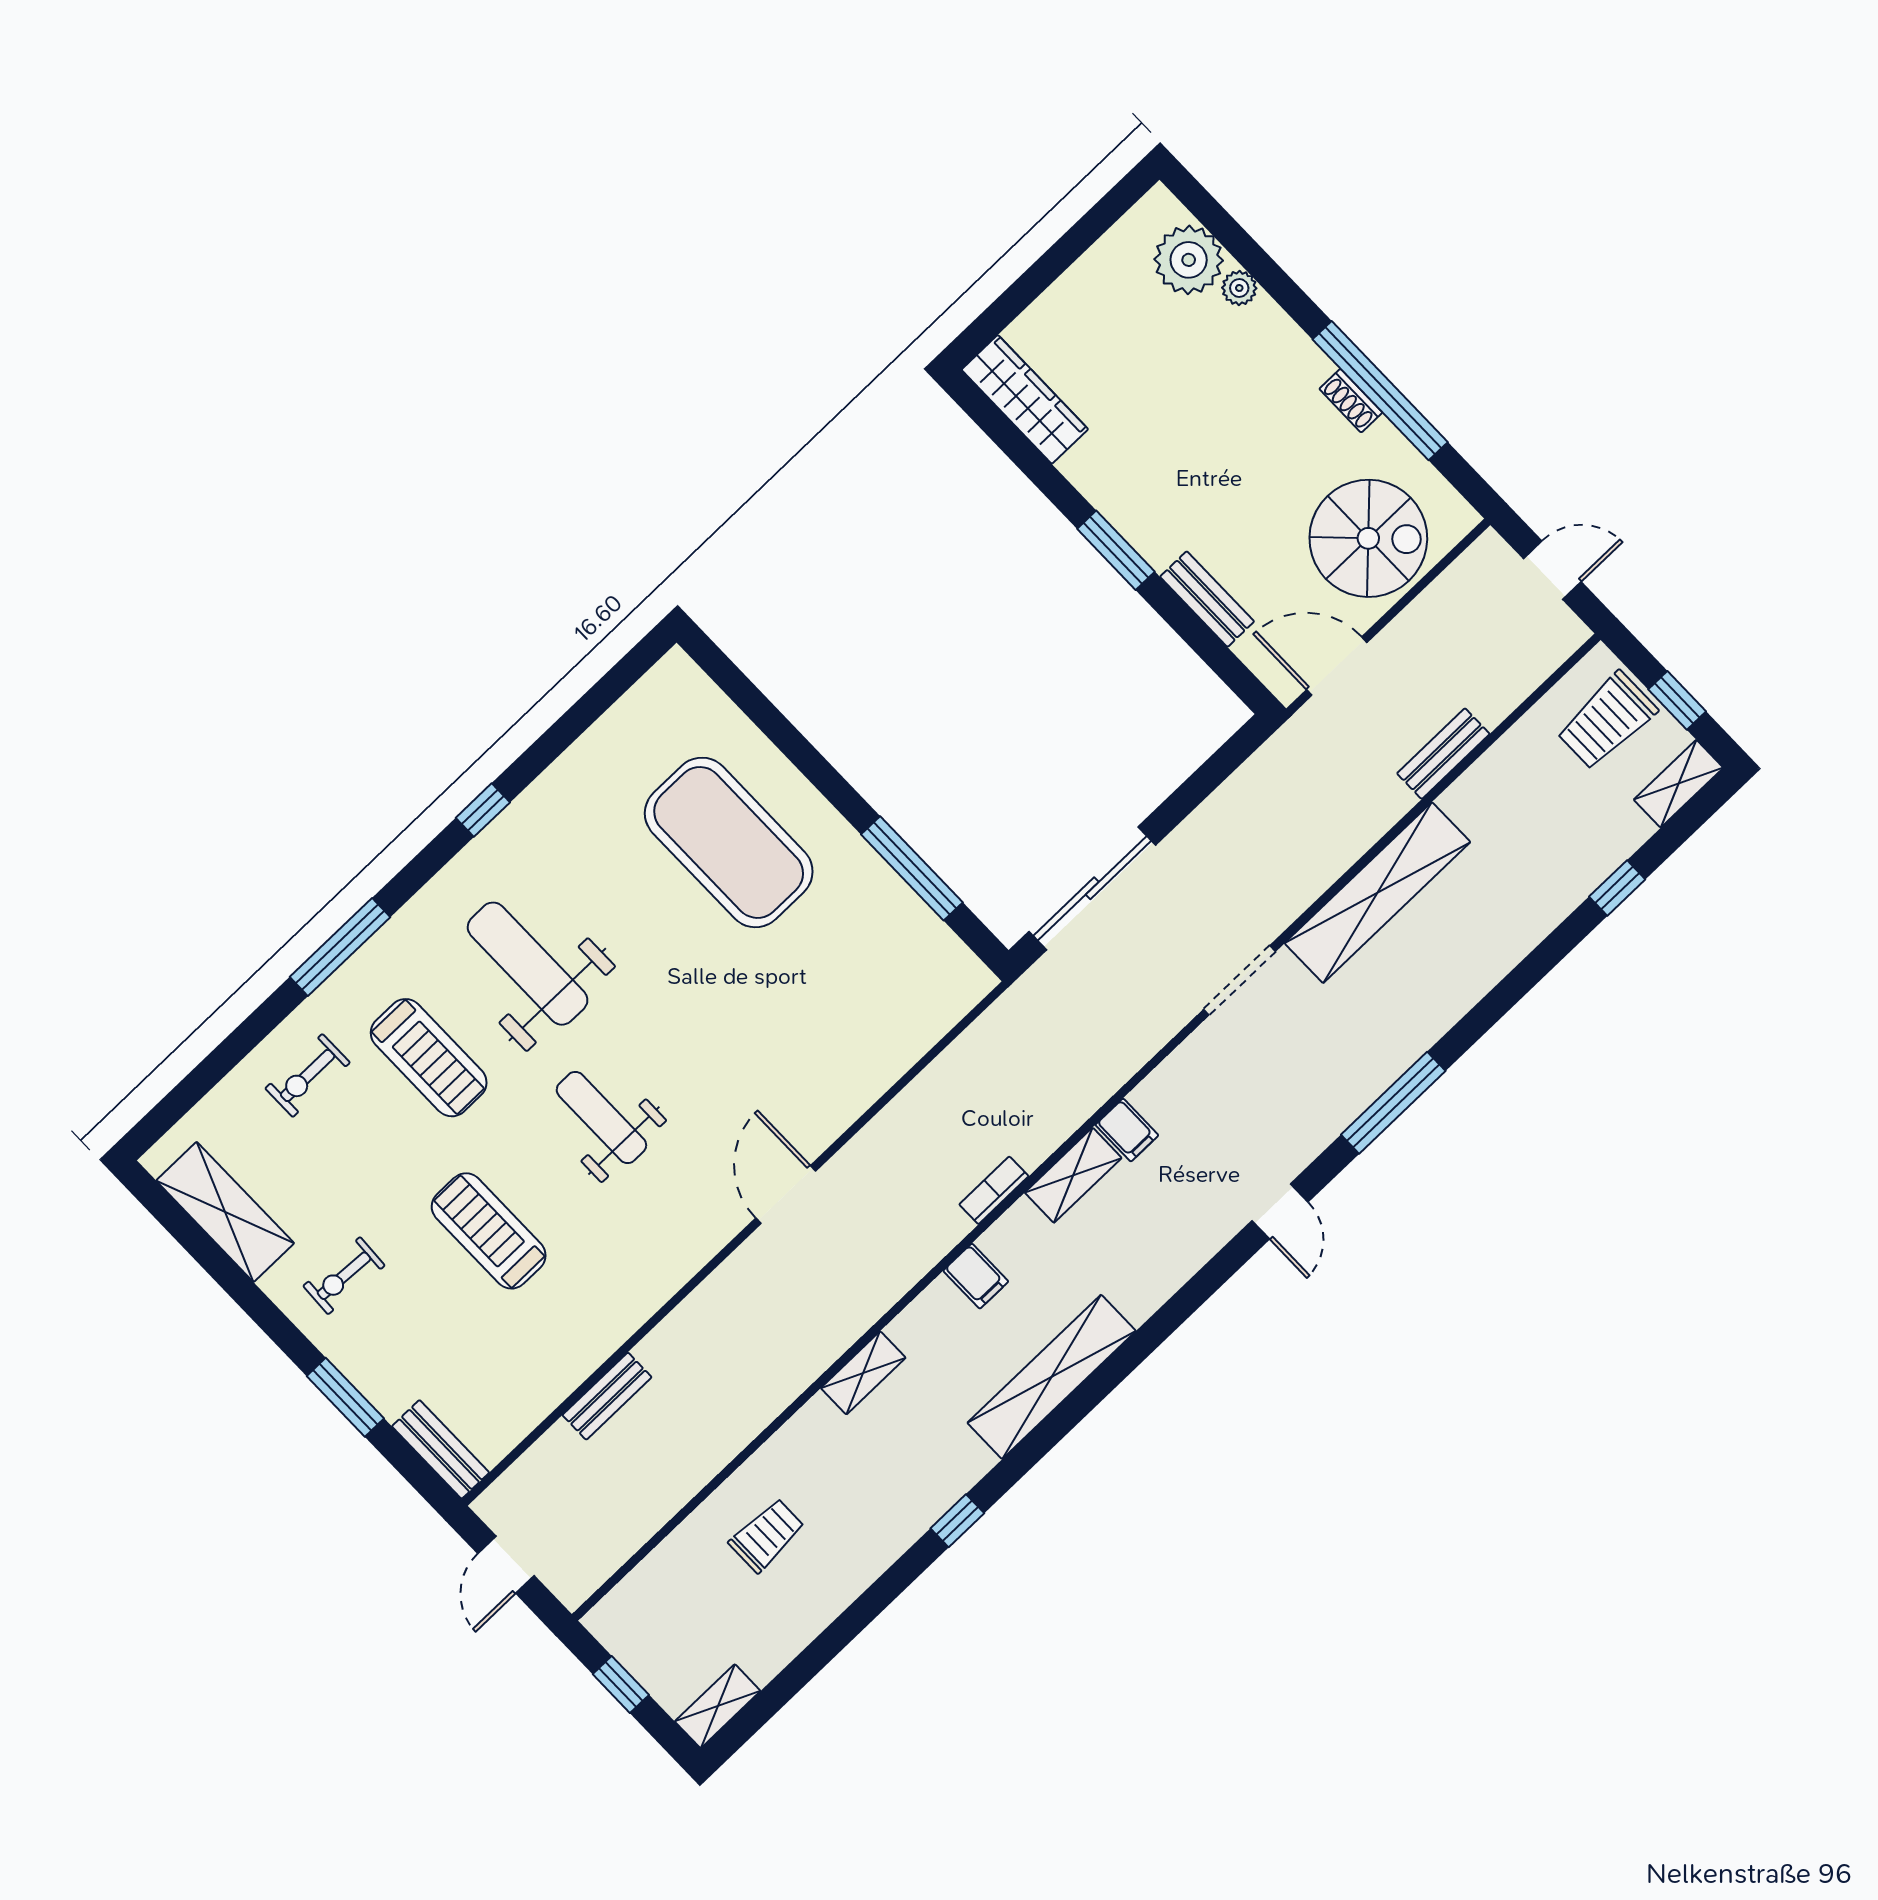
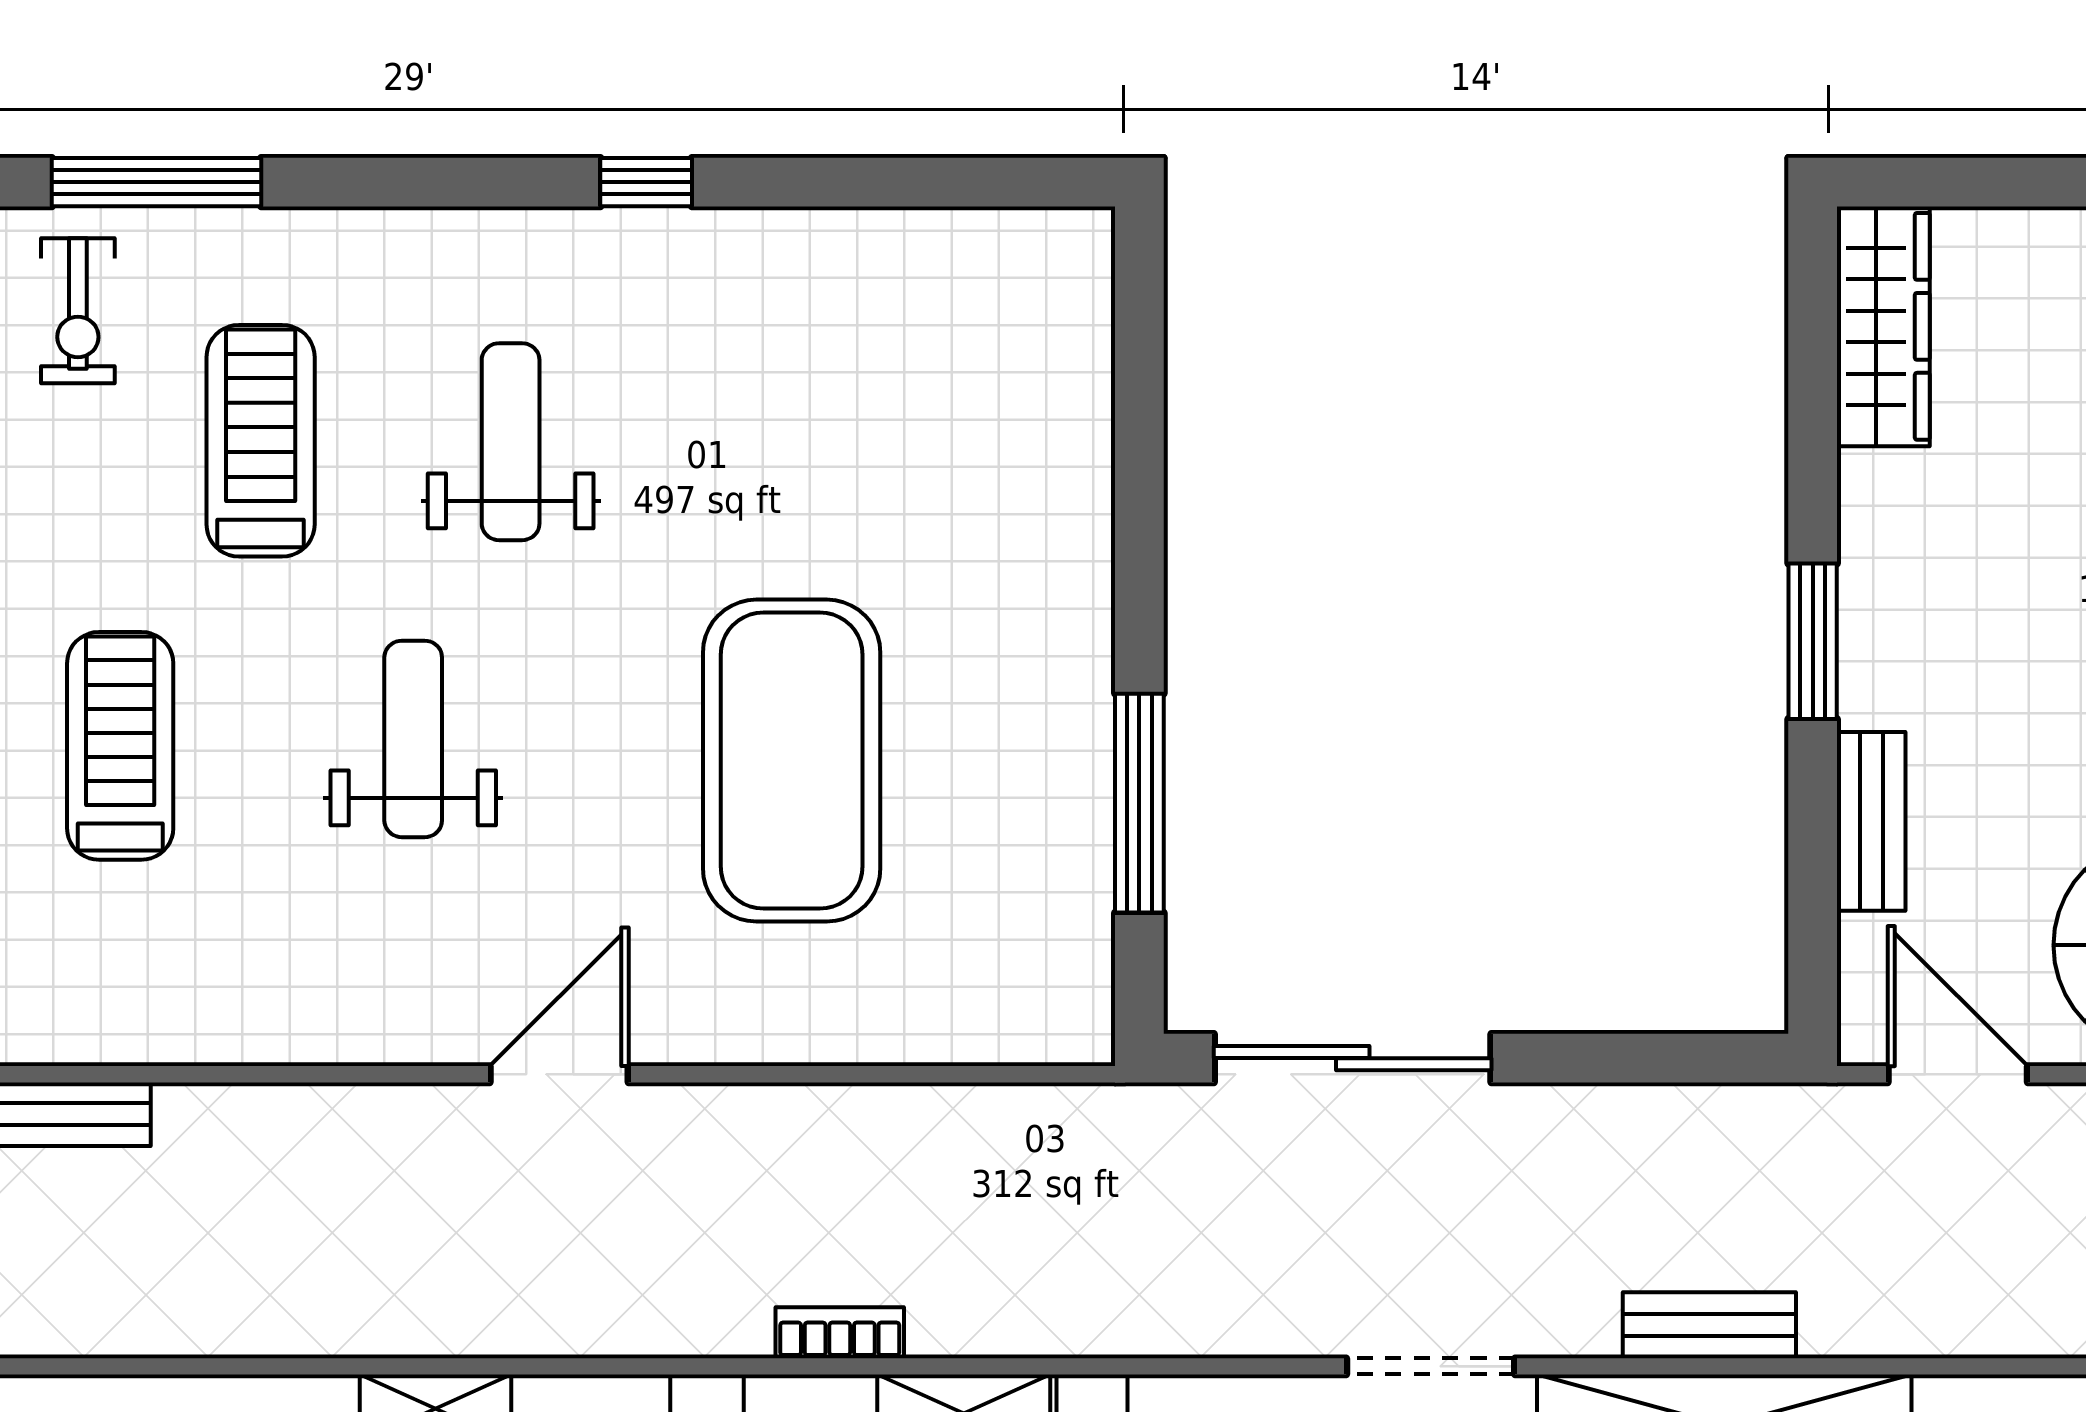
bench: (1443, 754) -> (1709, 1325), moved
exercise mat: (729, 842) -> (792, 761), moved
window: (340, 947) -> (156, 182), moved
weight bench: (528, 964) -> (511, 442), width x0.73, depth x0.75
treadmill: (429, 1058) -> (261, 441), turned 180
exercise bike: (308, 1075) -> (78, 311), turned -90

